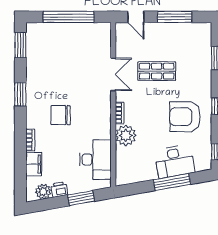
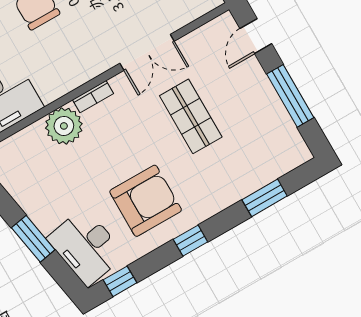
armchair: (185, 117) -> (146, 201), turned 90
desk: (175, 161) -> (86, 247), moved
window: (172, 182) -> (33, 239), width x0.69

